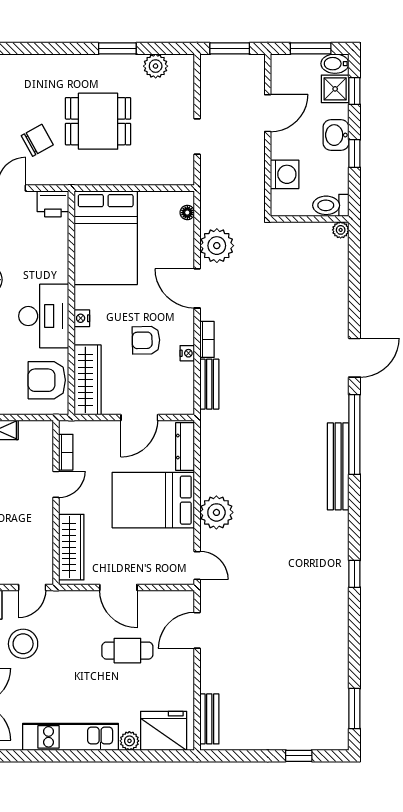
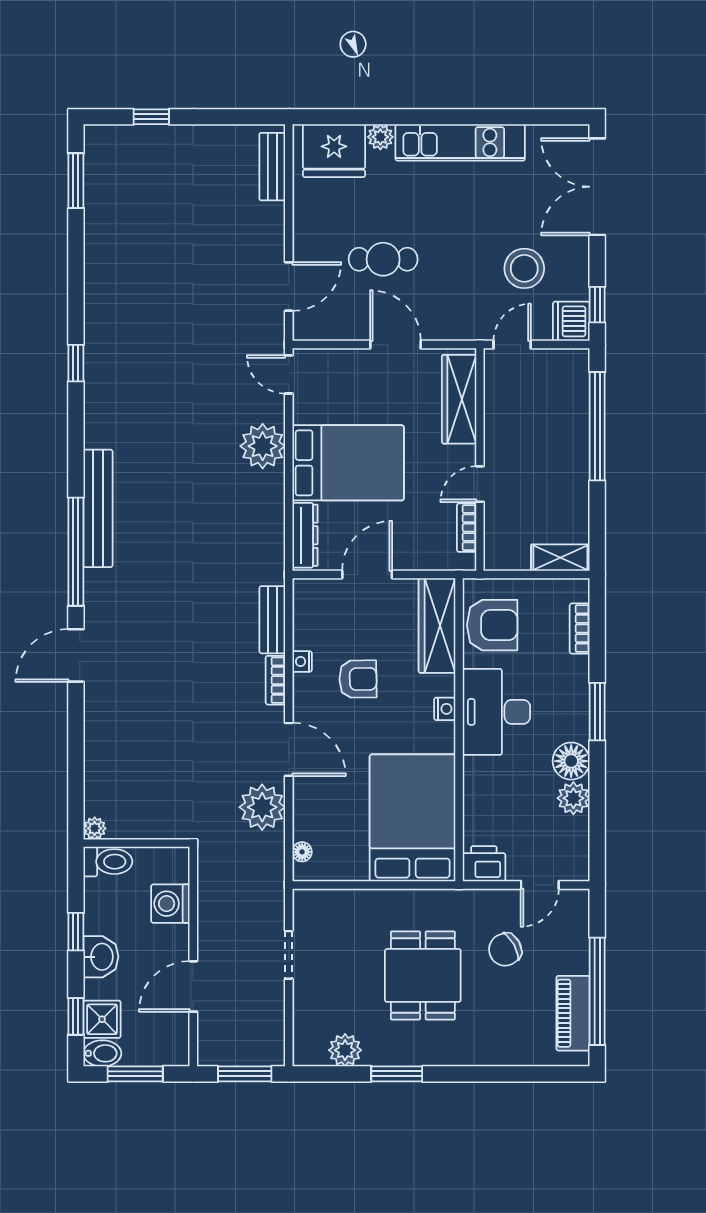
dining table: (98, 121) -> (423, 975), turned 90

